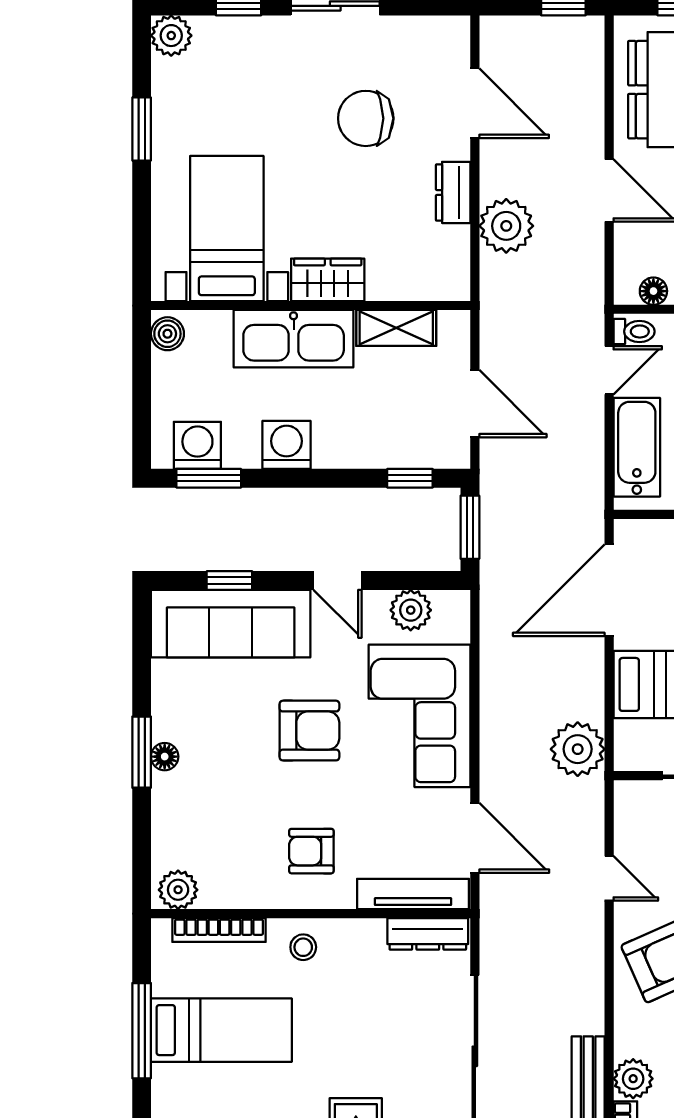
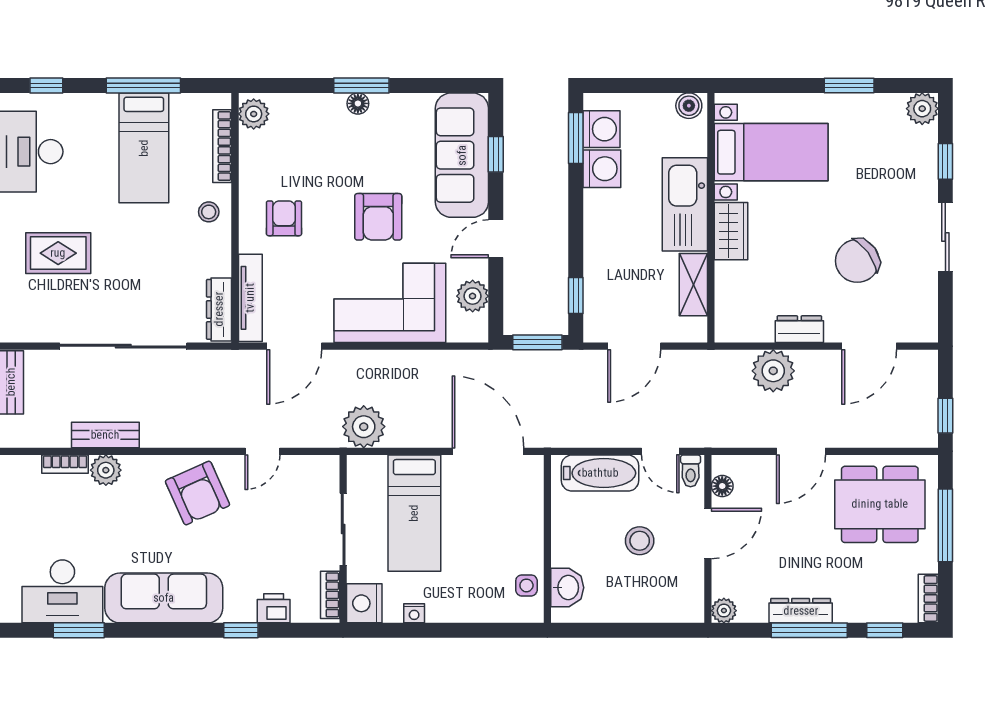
chair: (366, 118) -> (857, 261), turned -126
washing machine: (287, 445) -> (602, 169), moved

